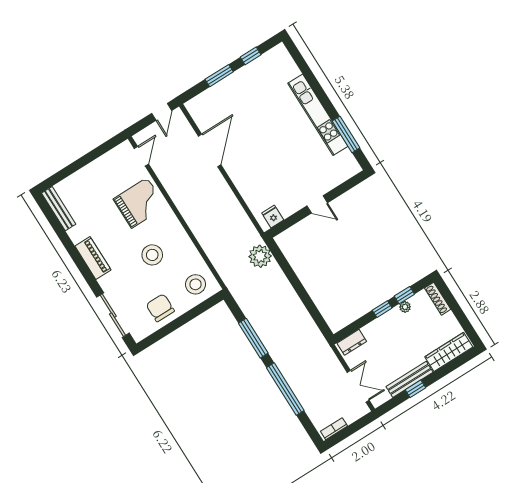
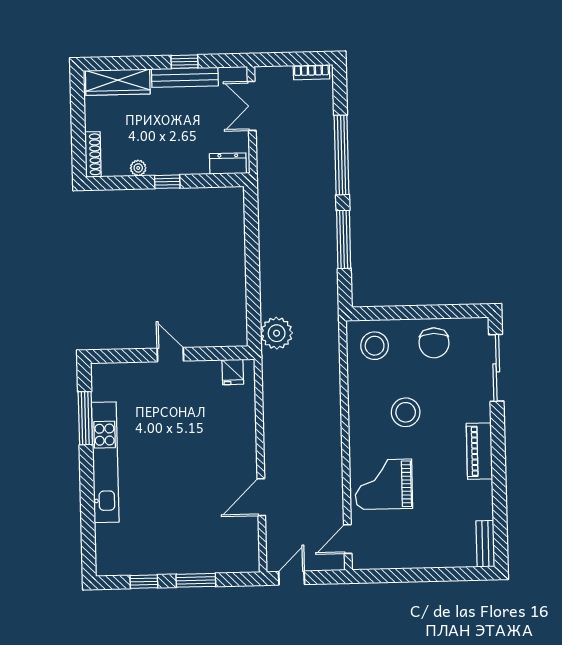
door: (210, 150) -> (261, 497), width x0.73
bench: (59, 209) -> (485, 544), width x0.73
window: (404, 295) -> (131, 183), removed

